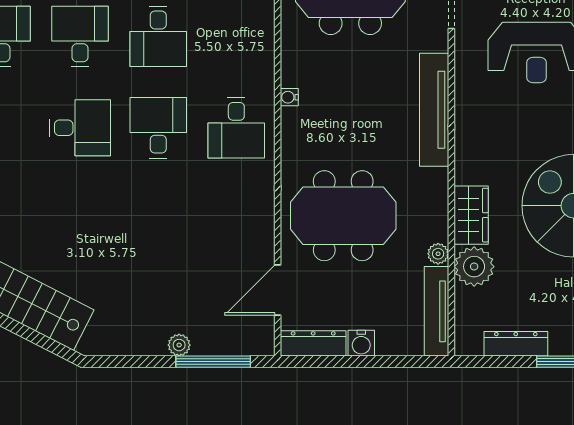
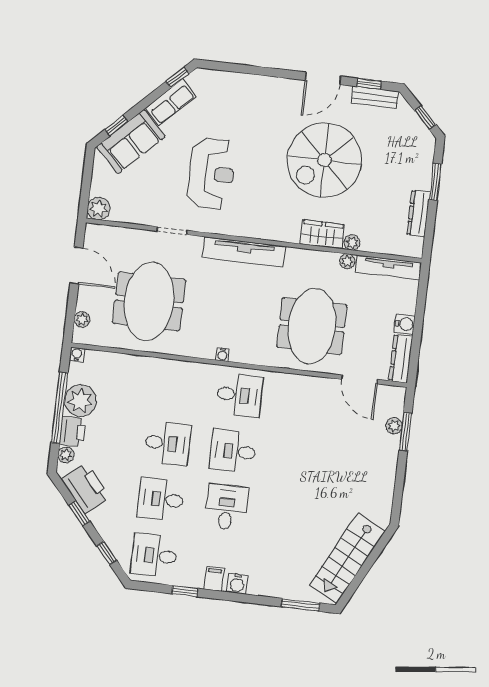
plant: (474, 267) -> (352, 242), width x0.53, depth x0.53
plant: (179, 345) -> (394, 426), moved
window: (213, 362) -> (405, 432), width x0.69

